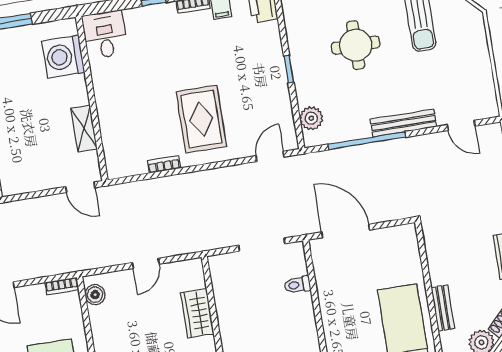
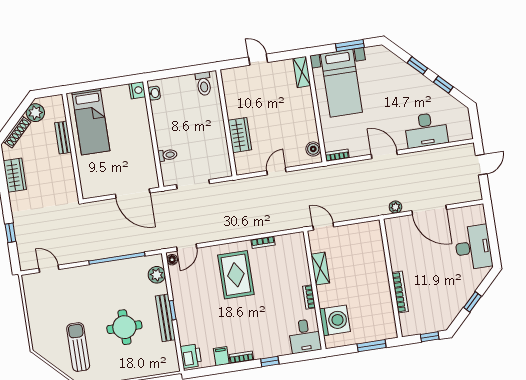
bookcase: (99, 89) -> (309, 297), added
bench: (403, 123) -> (165, 318), moved, turned 90
floor lamp: (290, 139) -> (172, 260), added

